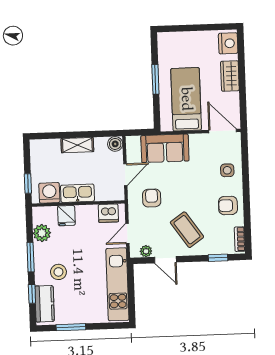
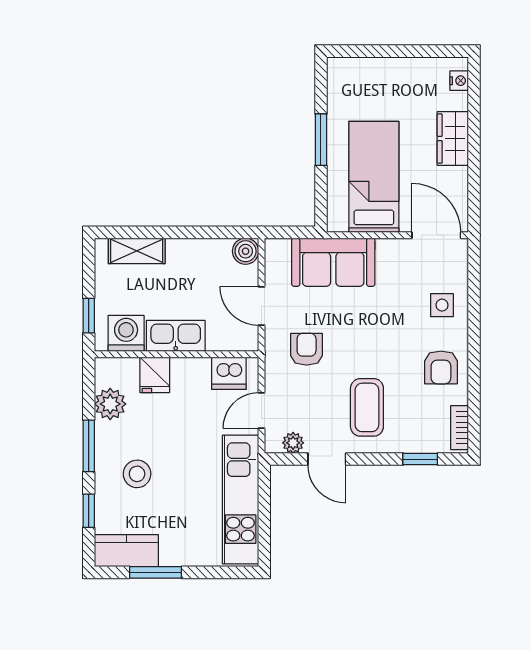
nightstand: (228, 43) -> (459, 81), width x0.53, depth x0.56
shelving: (77, 145) -> (137, 251), moved
door: (125, 175) -> (261, 306), swing flipped
armchair: (228, 206) -> (441, 367), turned -90
coffee table: (187, 230) -> (367, 407), turned 35
kitchen counter: (45, 304) -> (126, 551), moved, turned -90

